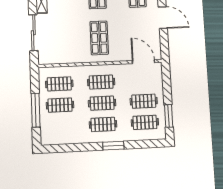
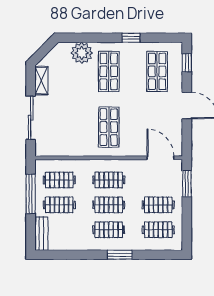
window: (36, 110) -> (31, 194), moved
window: (169, 116) -> (187, 184), moved
bench: (46, 131) -> (41, 234), added

